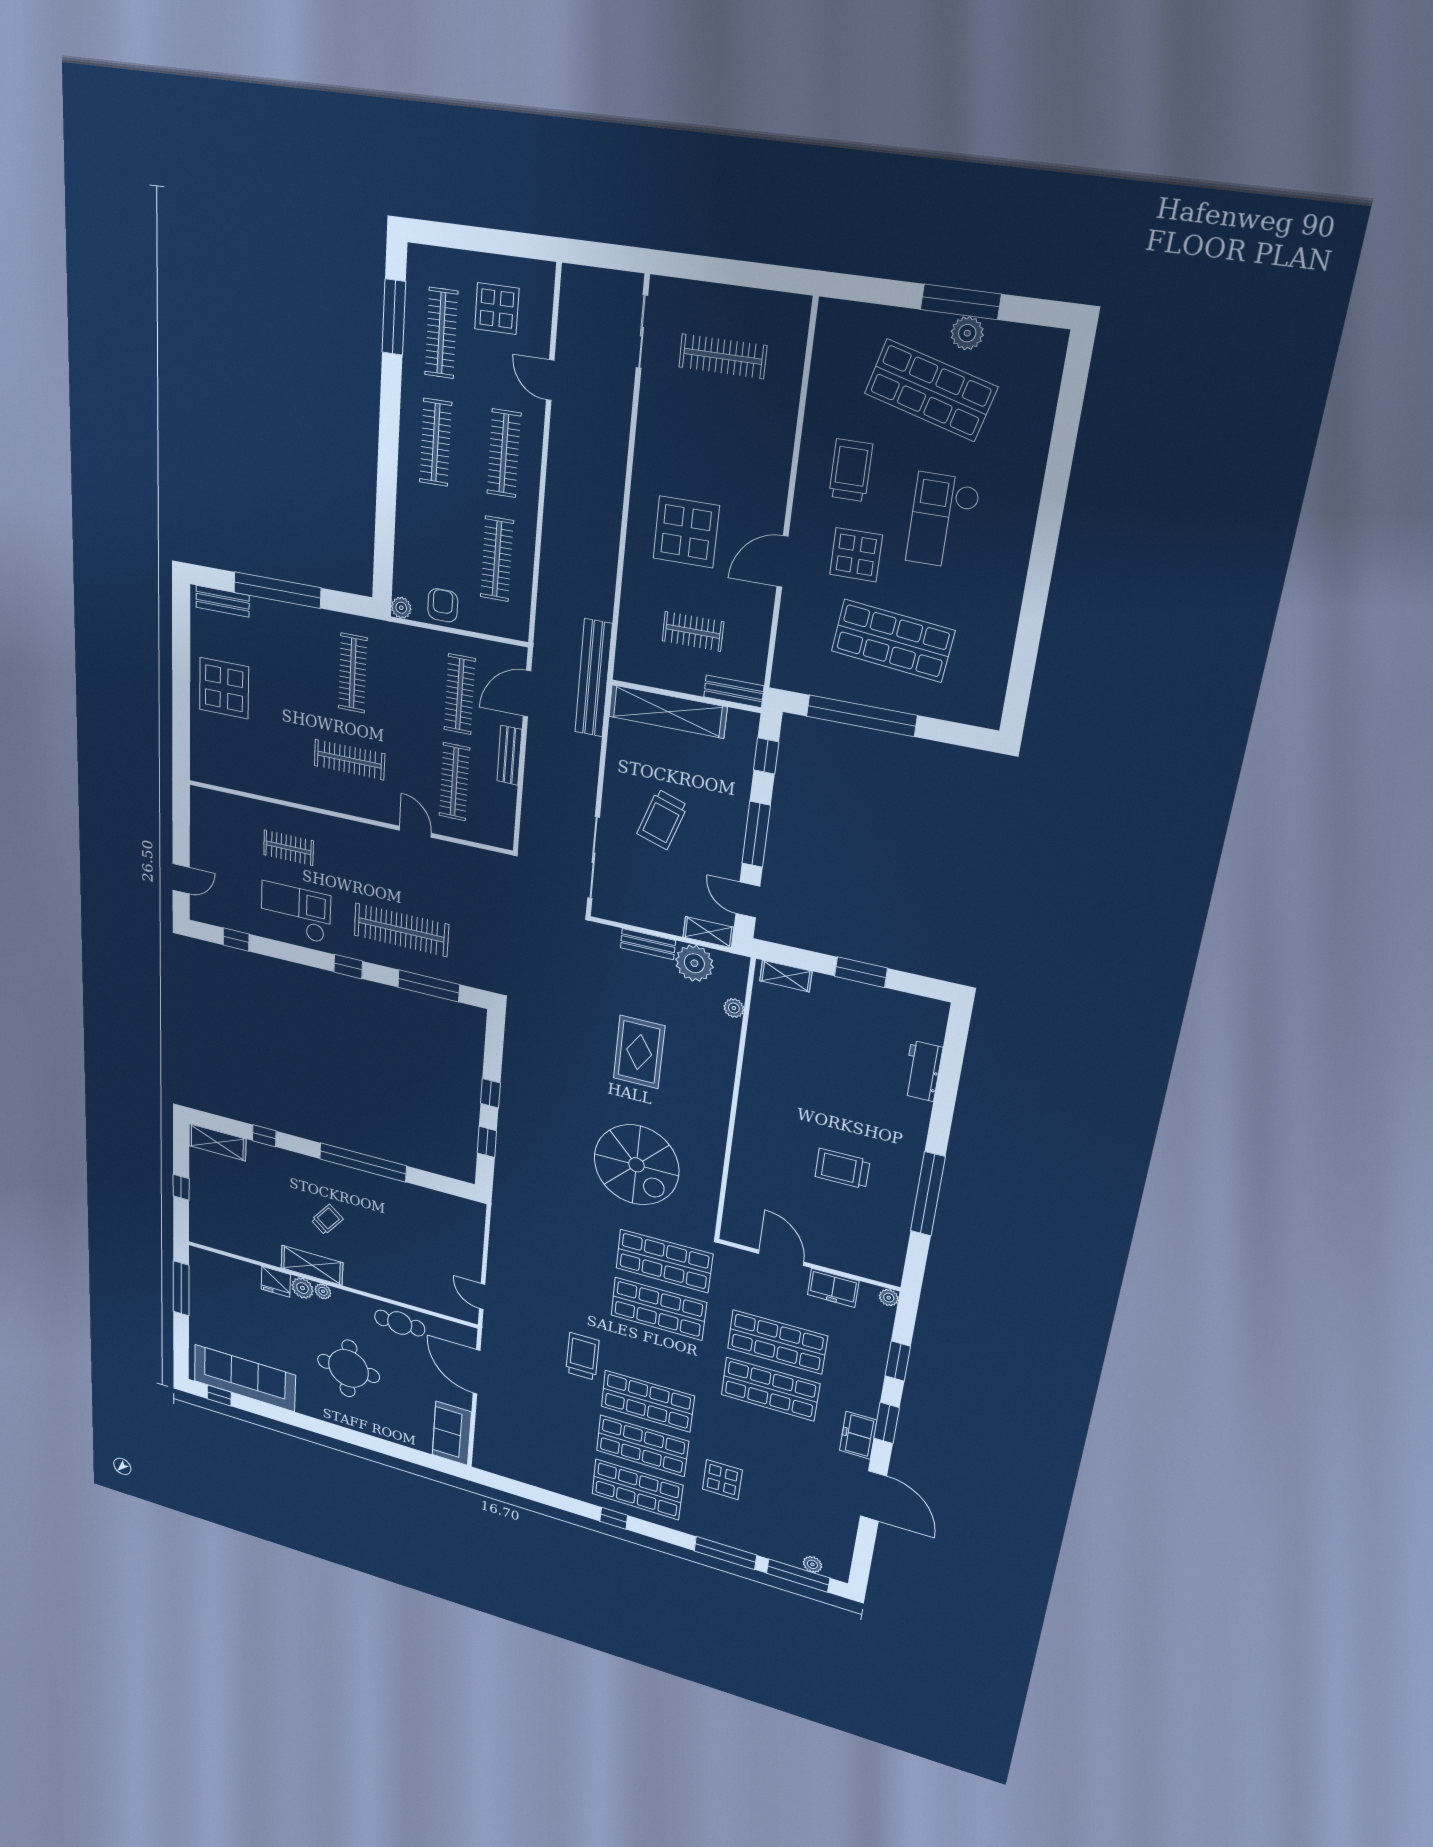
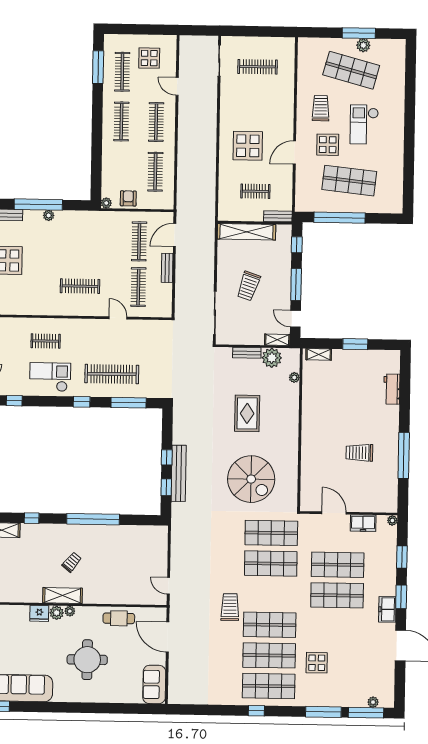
plant: (296, 615) -> (49, 215), added
clothes rail: (353, 673) -> (81, 240), removed
bench: (594, 678) -> (179, 473), moved

